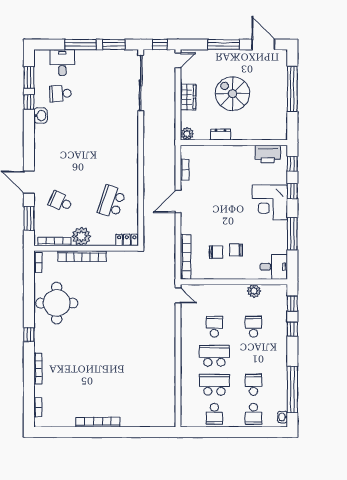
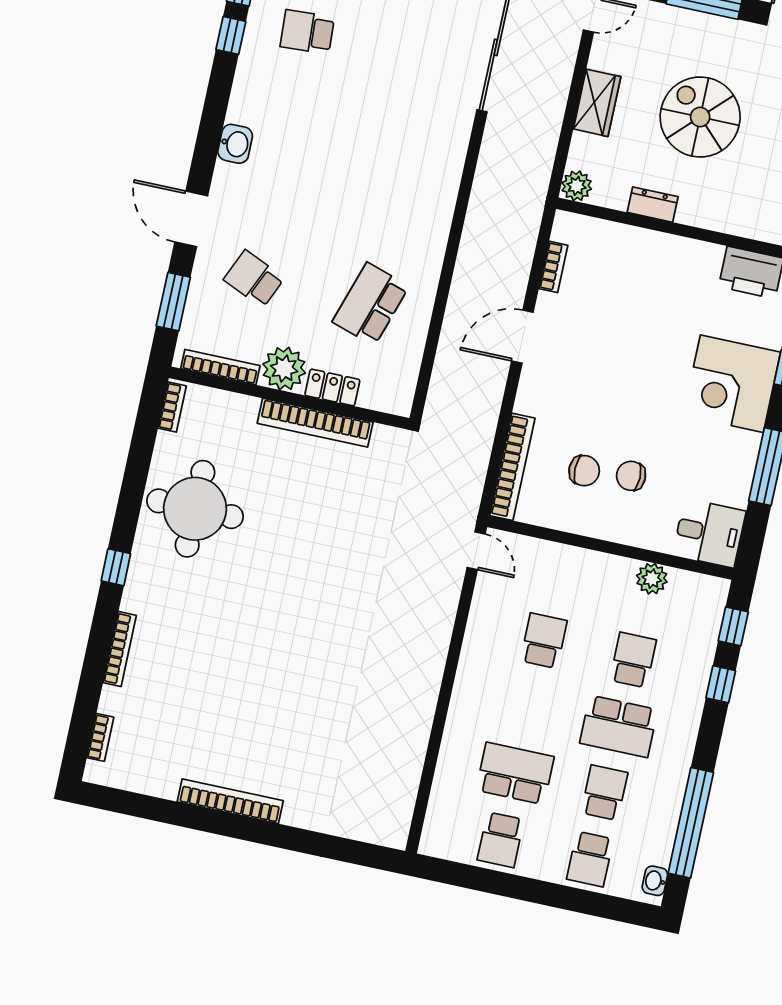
washbasin: (41, 116) -> (235, 144), moved
locker: (127, 240) -> (332, 387), moved
bookcase: (82, 256) -> (315, 423), moved
school desk: (214, 356) -> (619, 726), moved, turned 180

